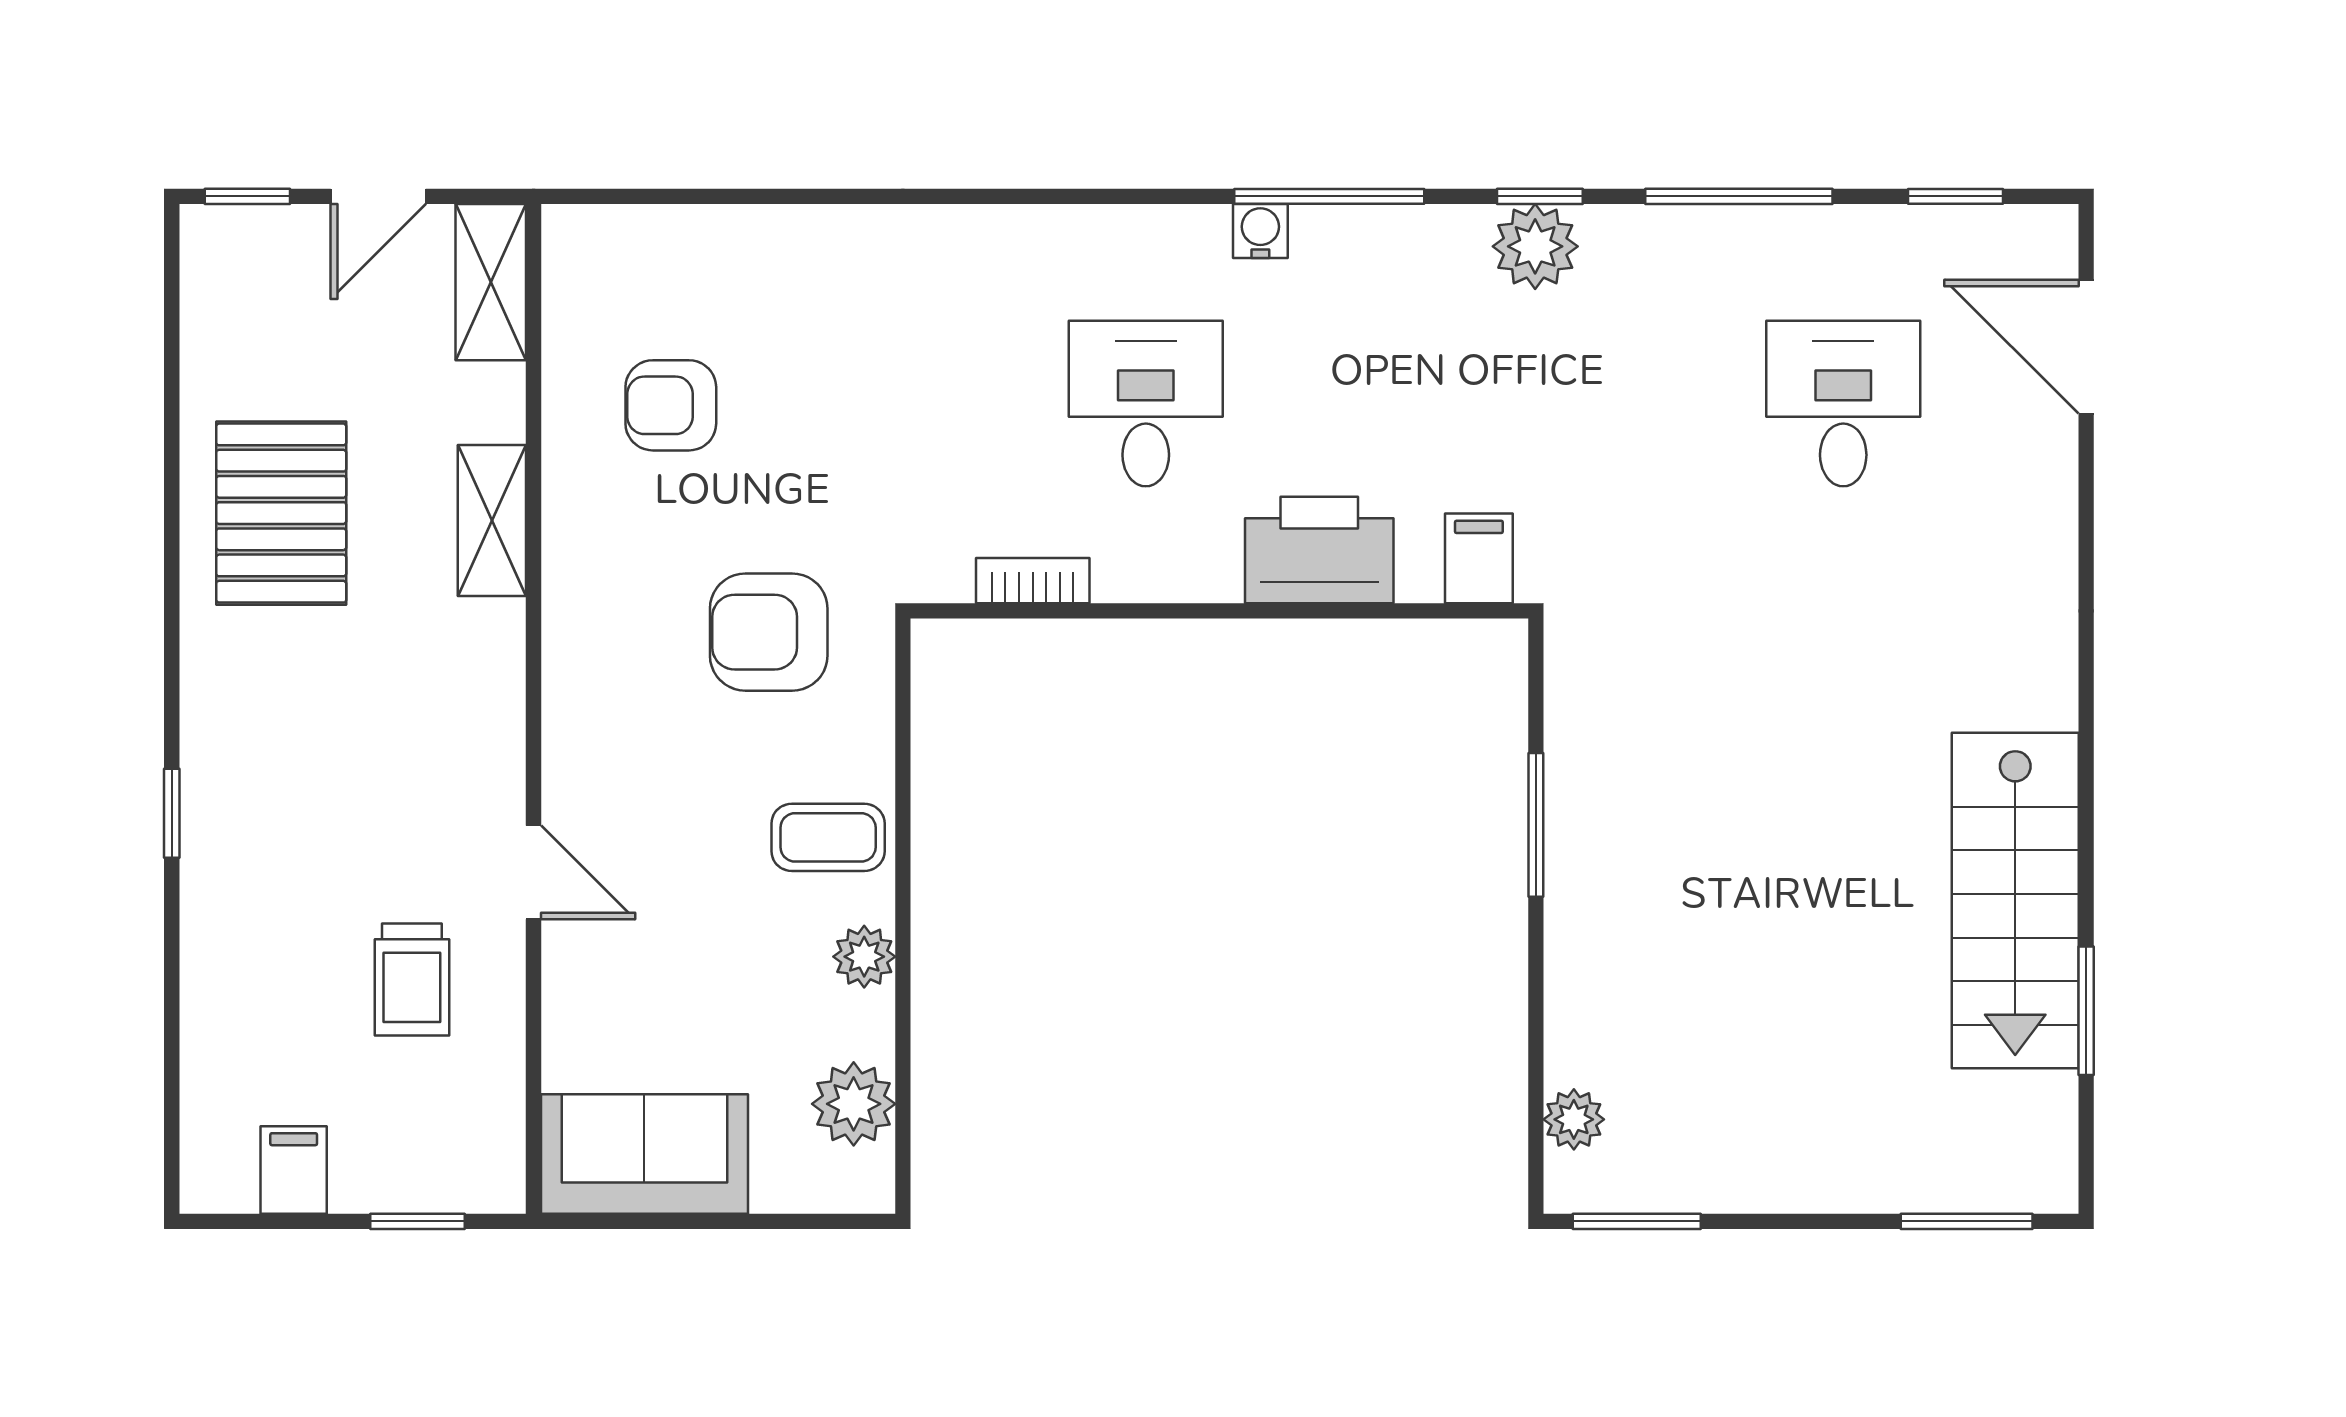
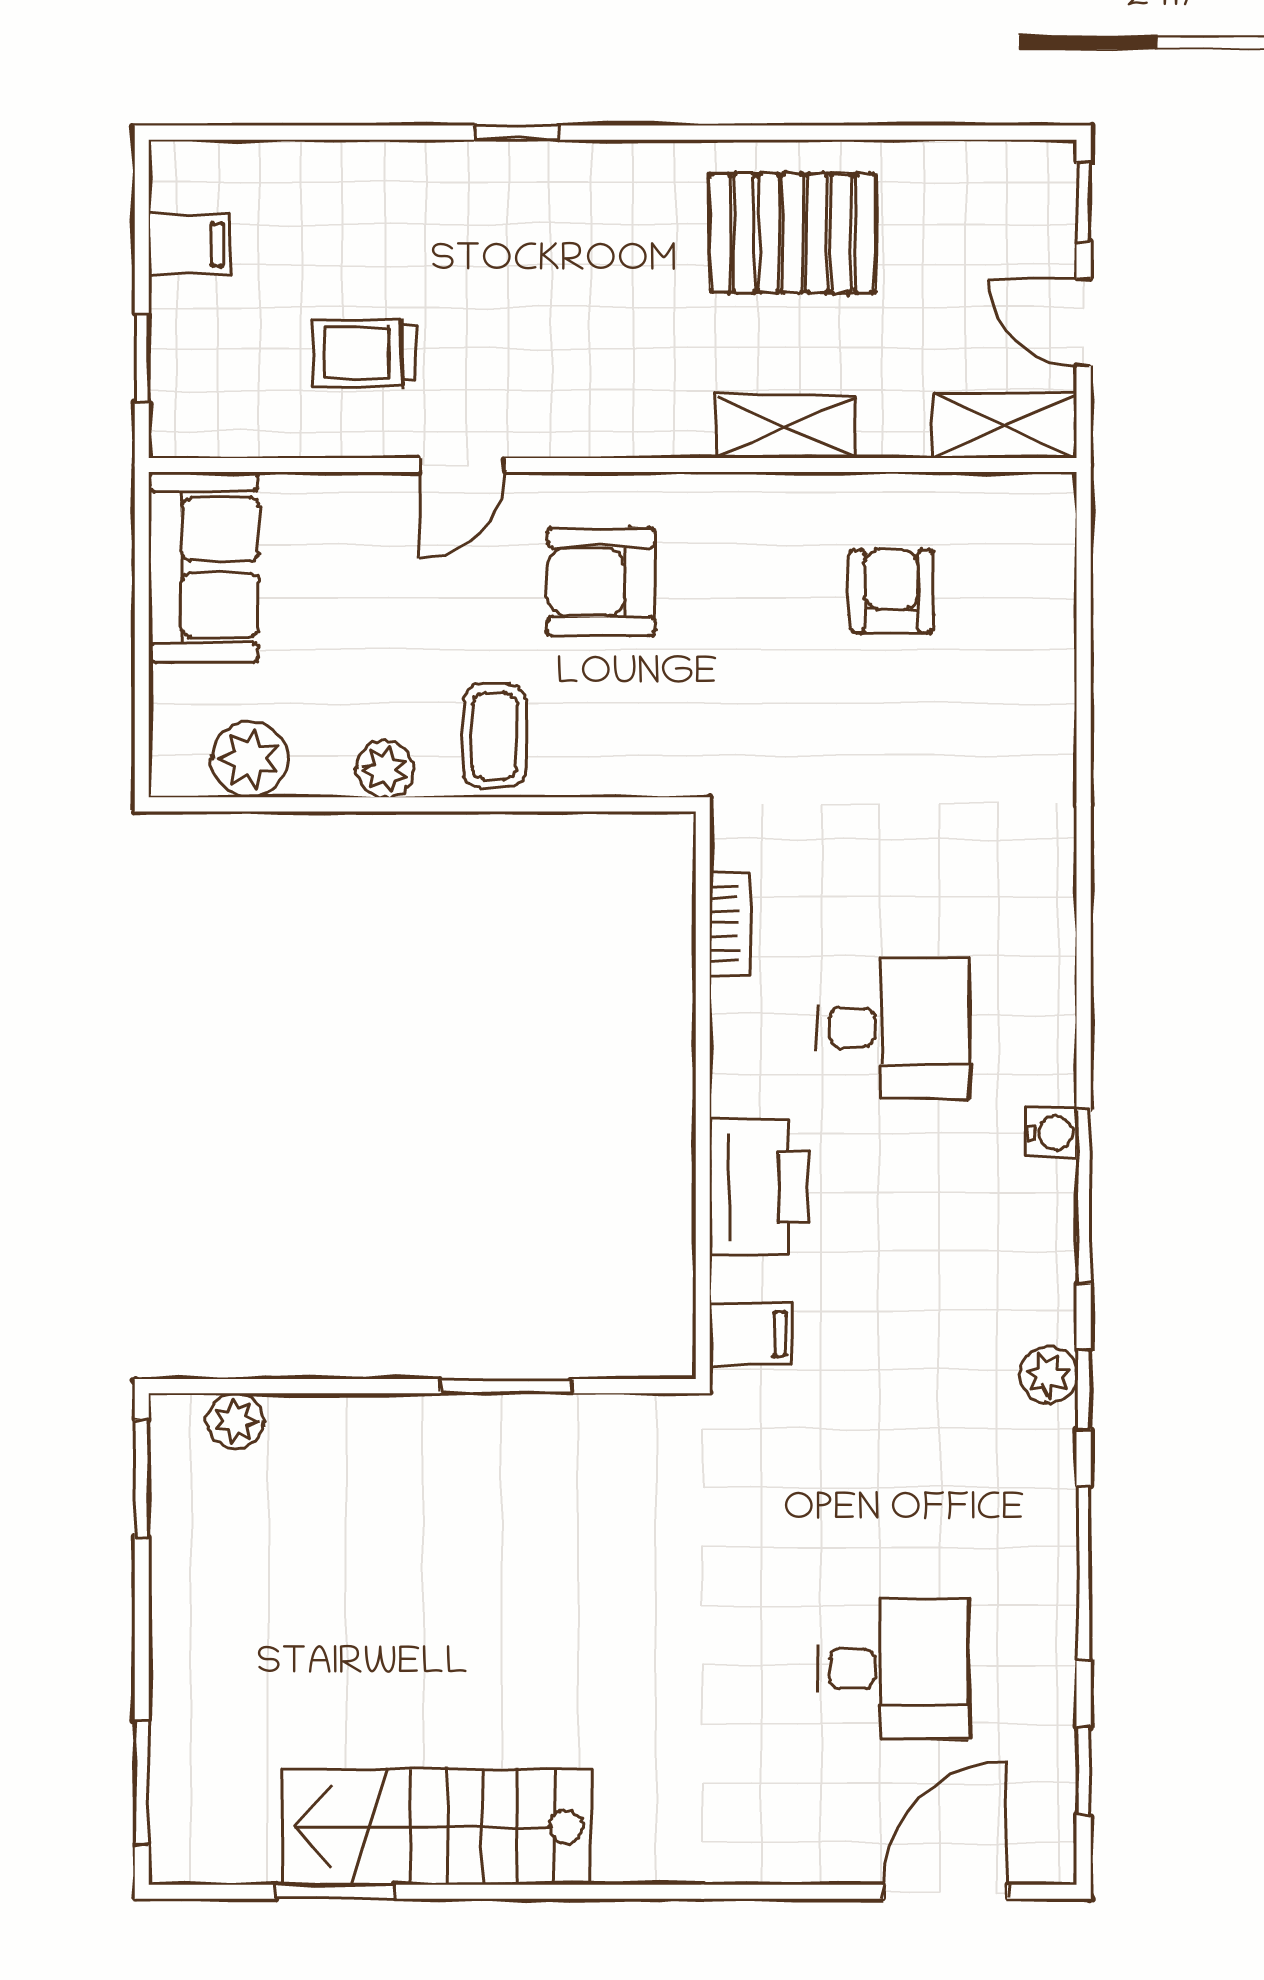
plant: (1535, 246) -> (1048, 1375), width x0.73, depth x0.73
armchair: (769, 632) -> (601, 582), moved, turned -90

